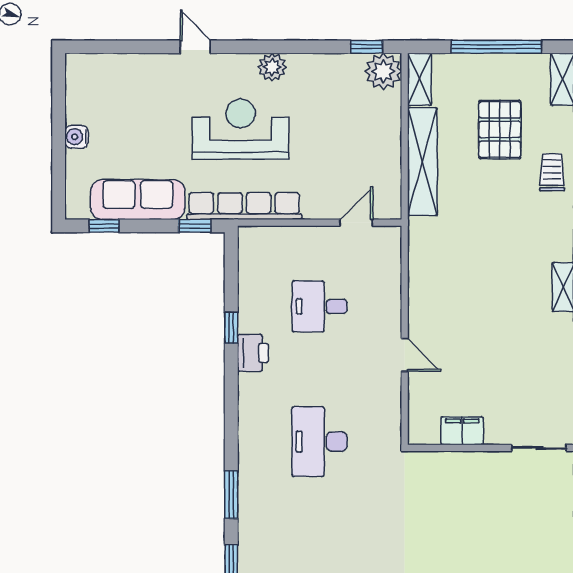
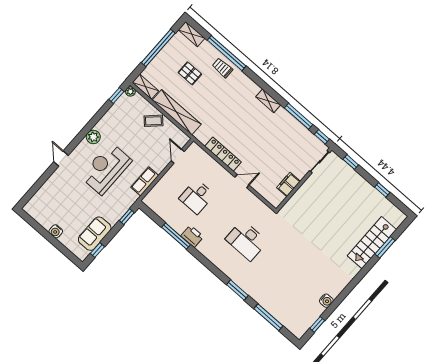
door: (195, 47) -> (61, 159), hinge flipped
plant: (383, 71) -> (130, 91), width x0.53, depth x0.53
pallet: (500, 130) -> (190, 73), width x0.67, depth x0.71
coffee table: (378, 138) -> (153, 121), added
sofa: (138, 200) -> (95, 234), width x0.73
row of seats: (244, 206) -> (145, 181), width x0.50
locker: (420, 289) -> (223, 154), added
window: (231, 328) -> (176, 236), width x2.17

